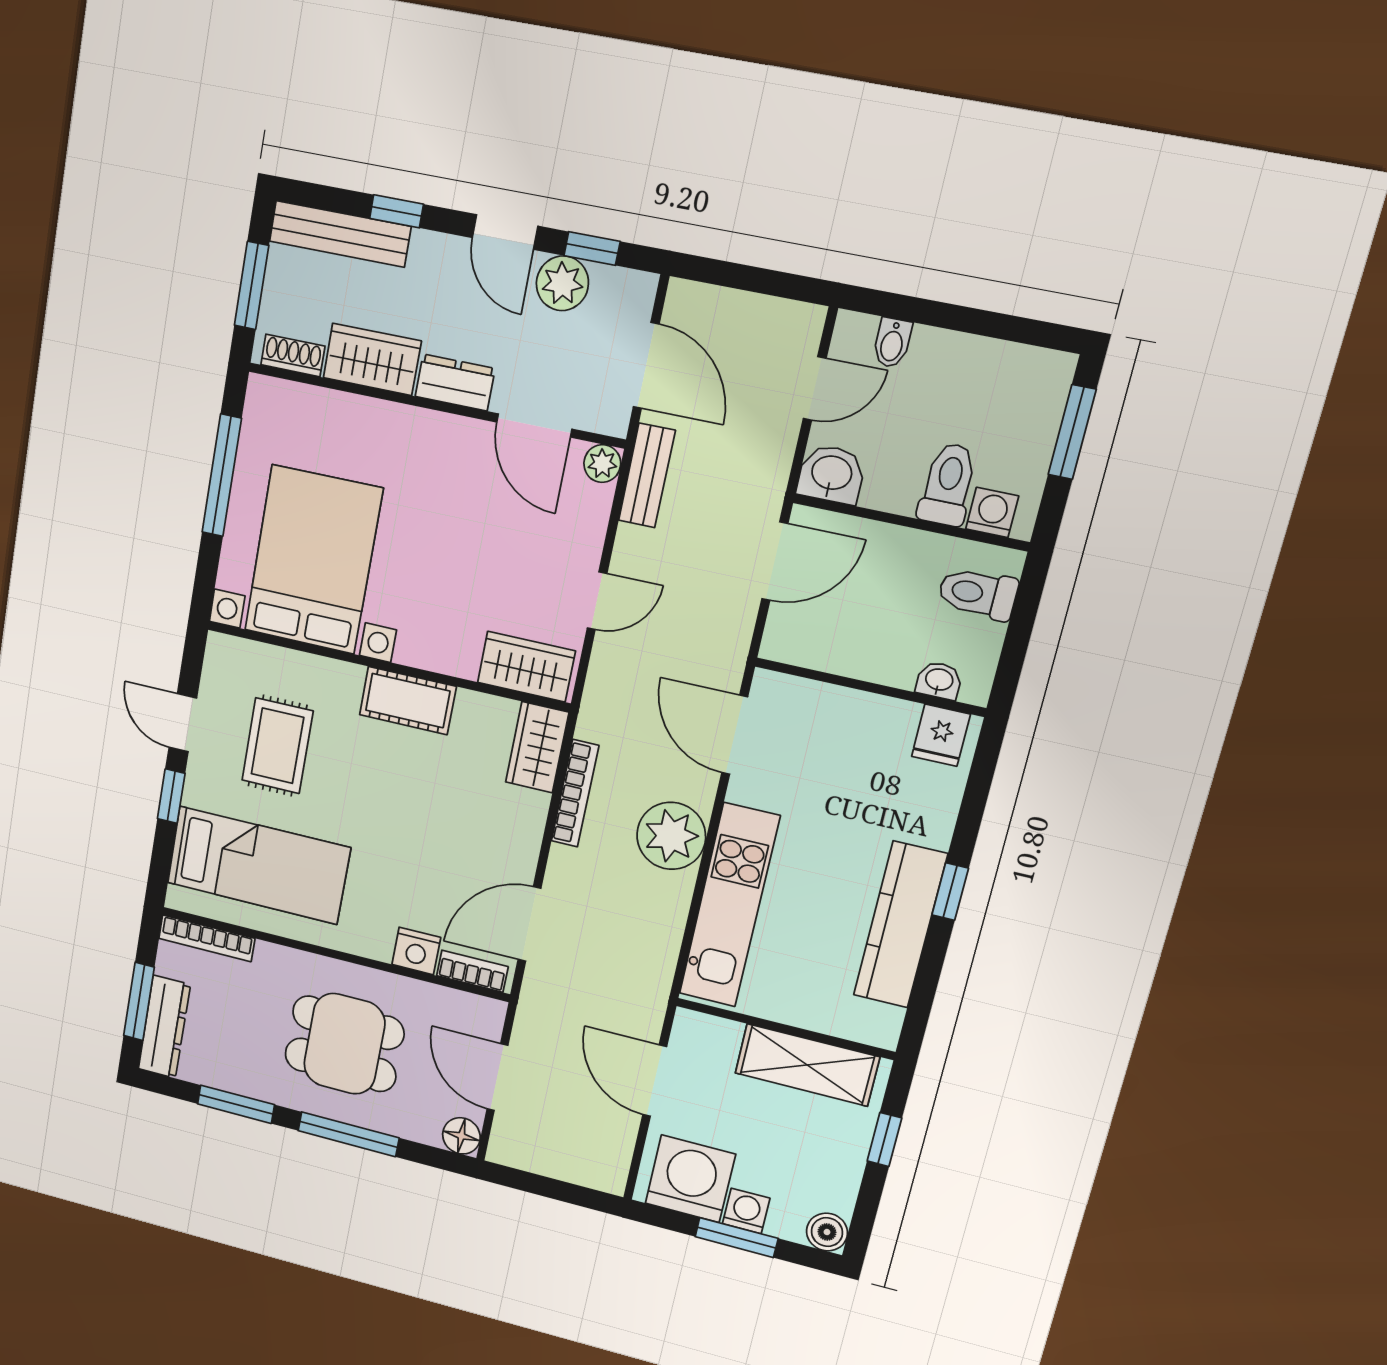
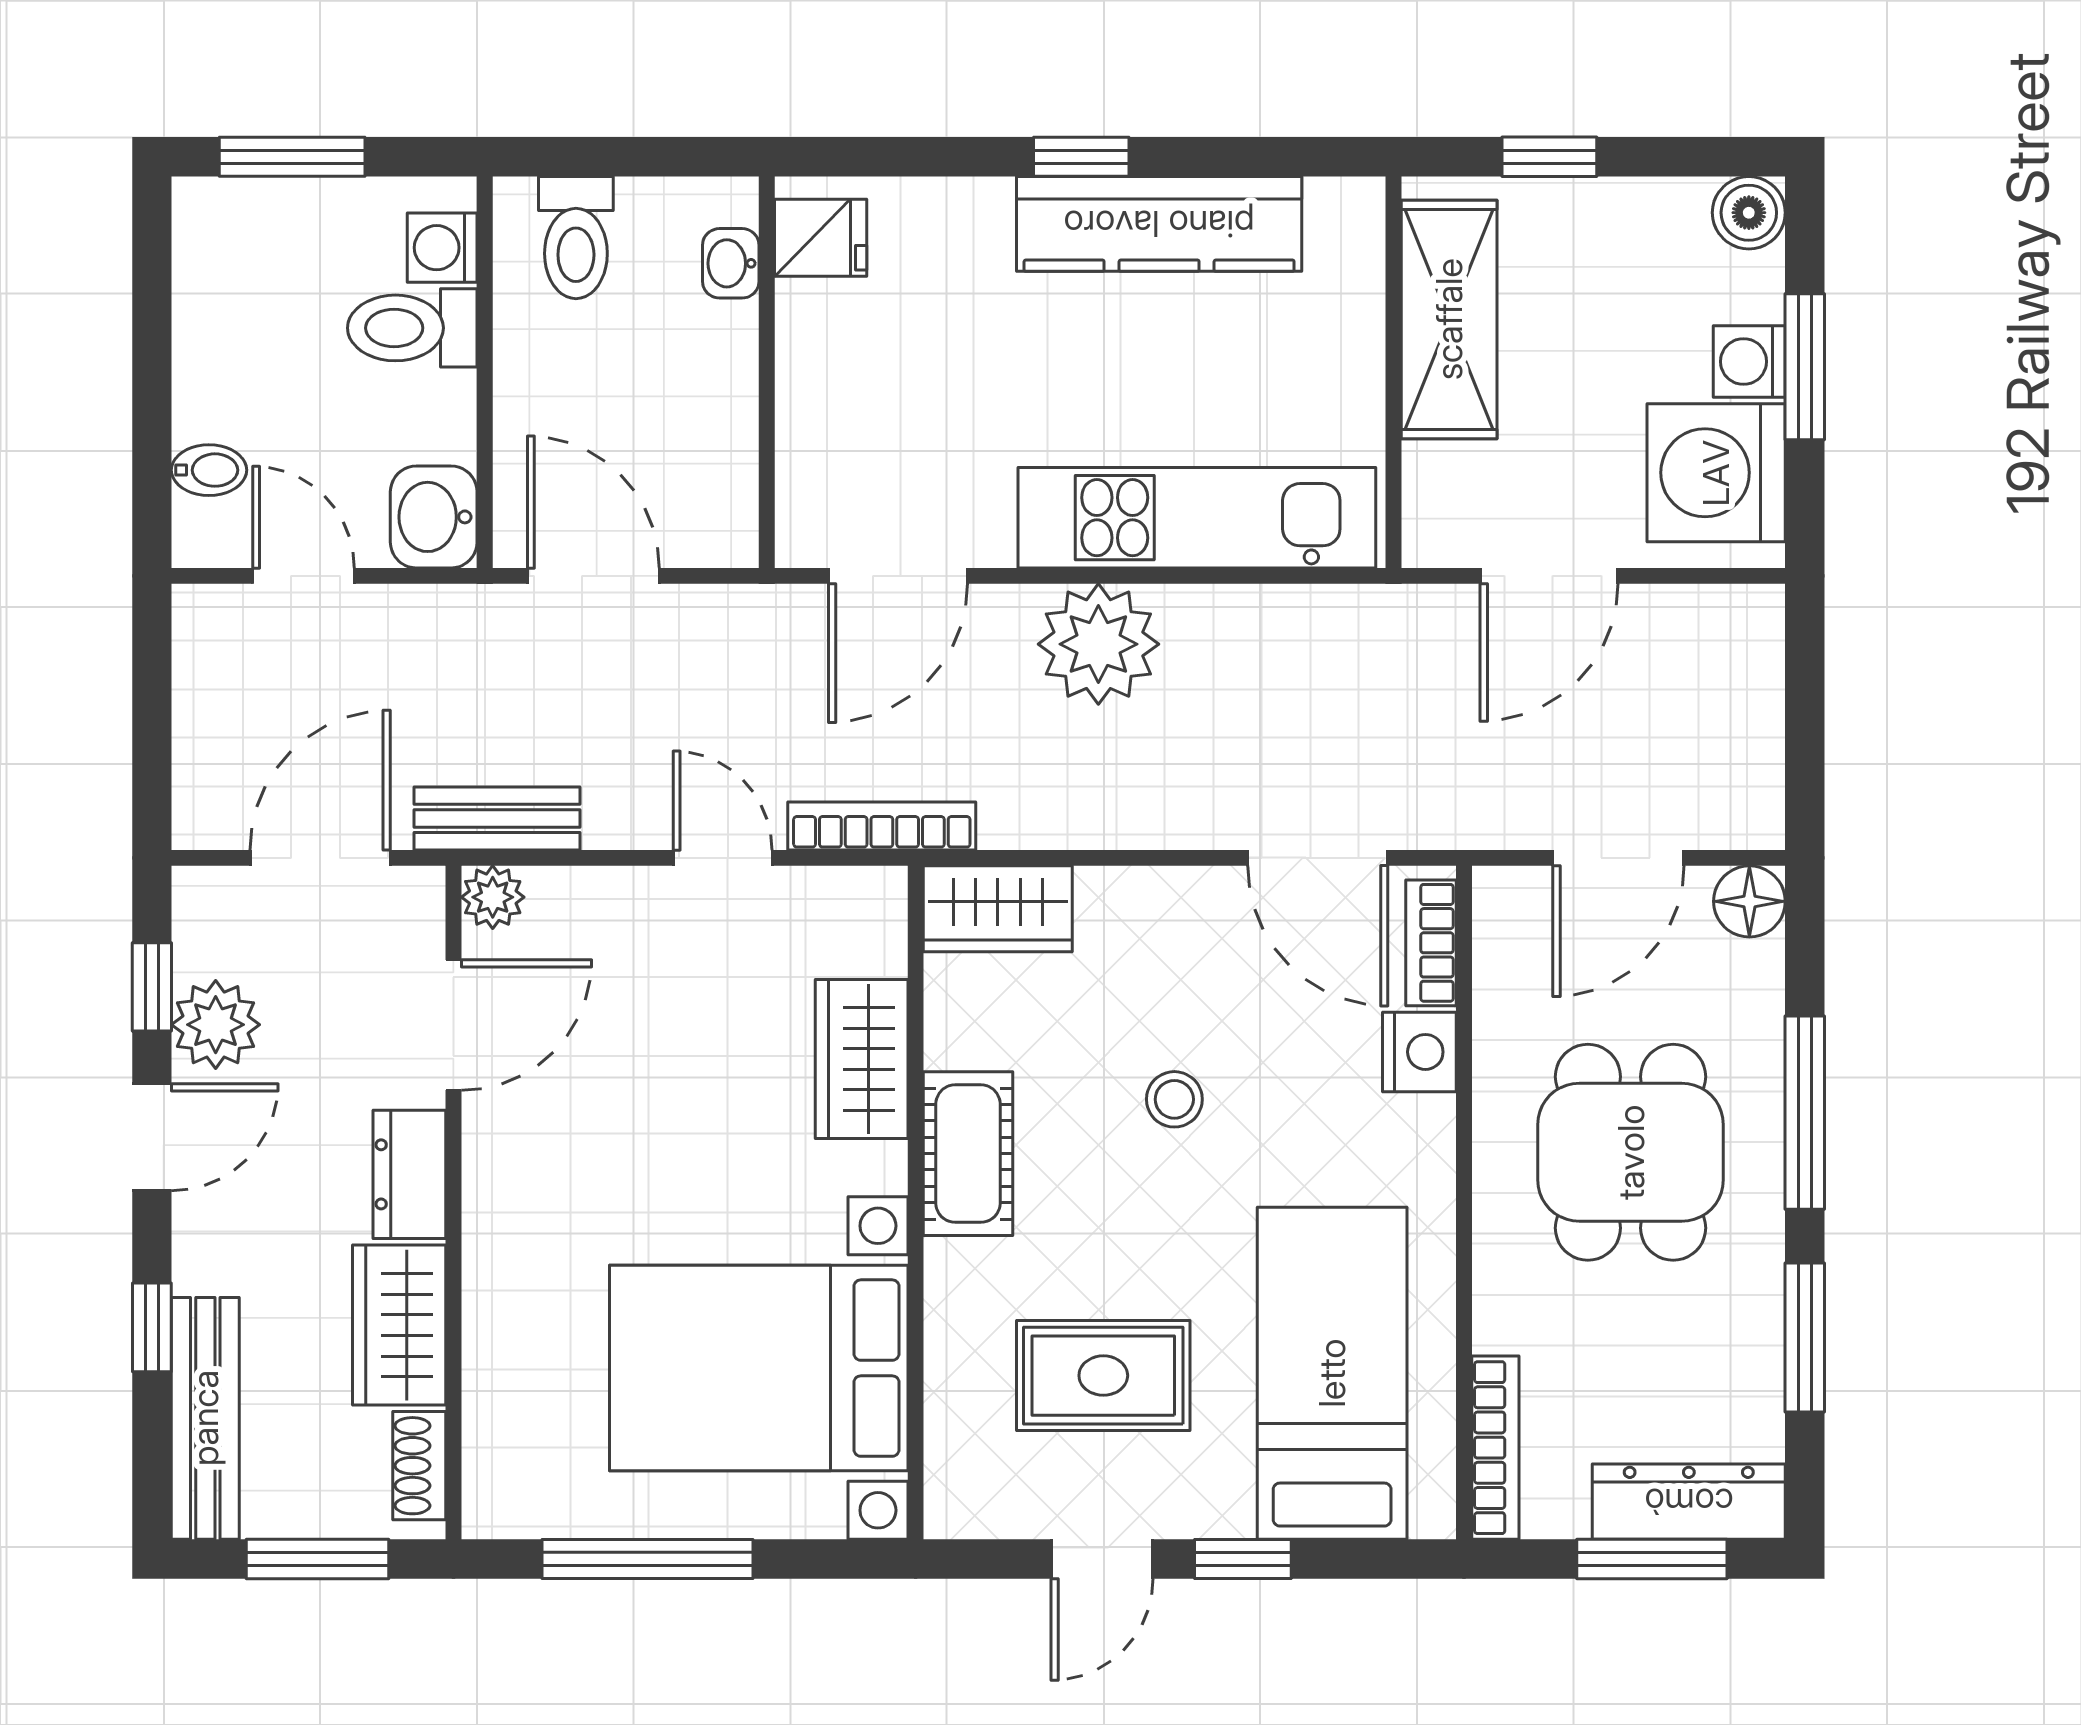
wardrobe: (526, 667) -> (862, 1059), moved
bookcase: (575, 793) -> (882, 826), moved
stool: (416, 818) -> (1174, 1099), added

